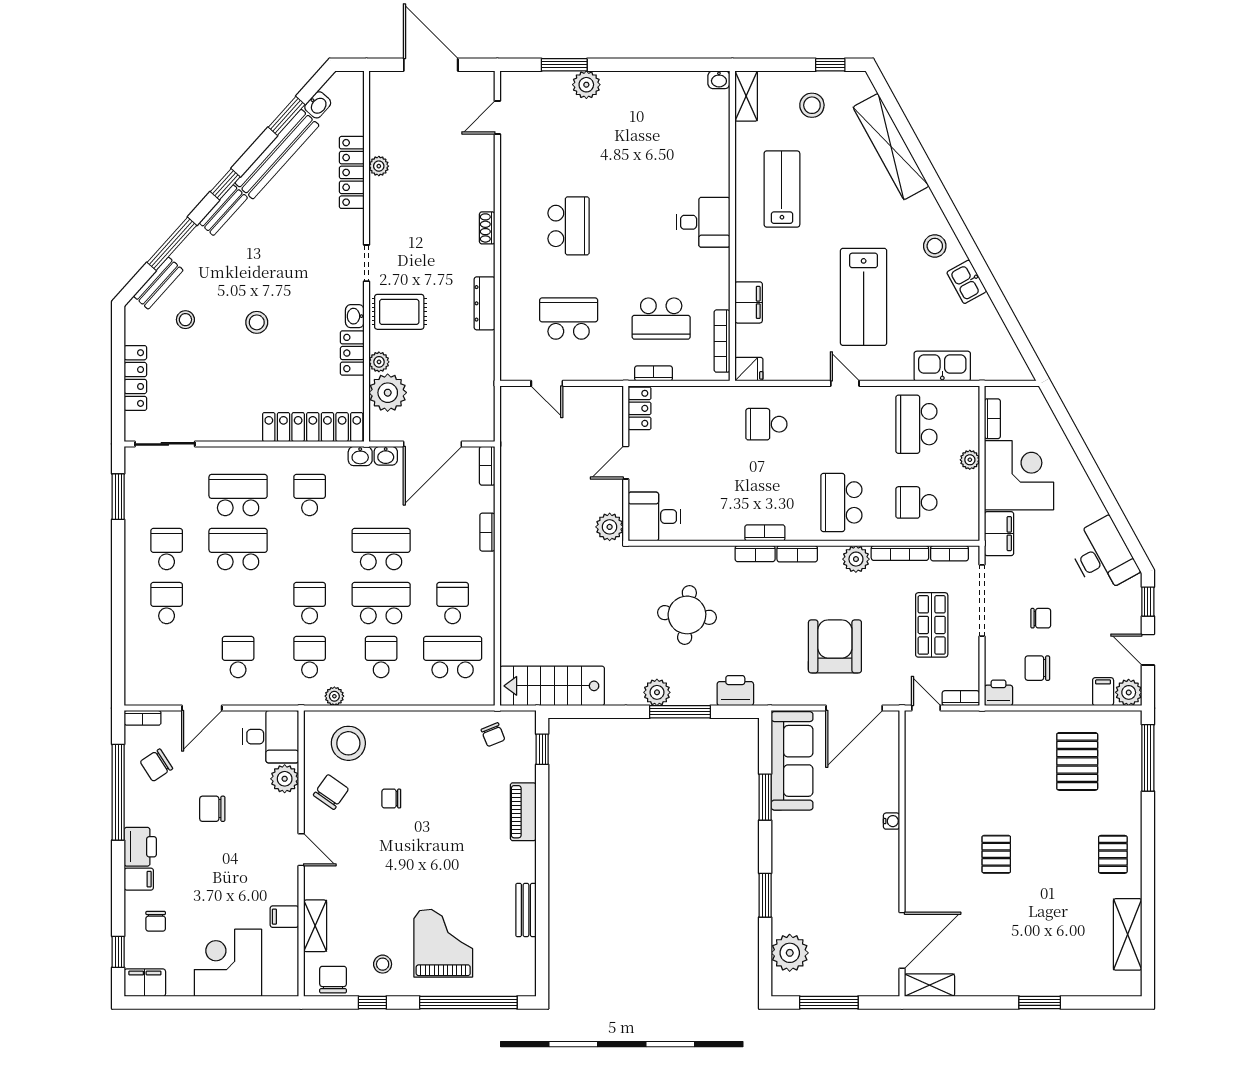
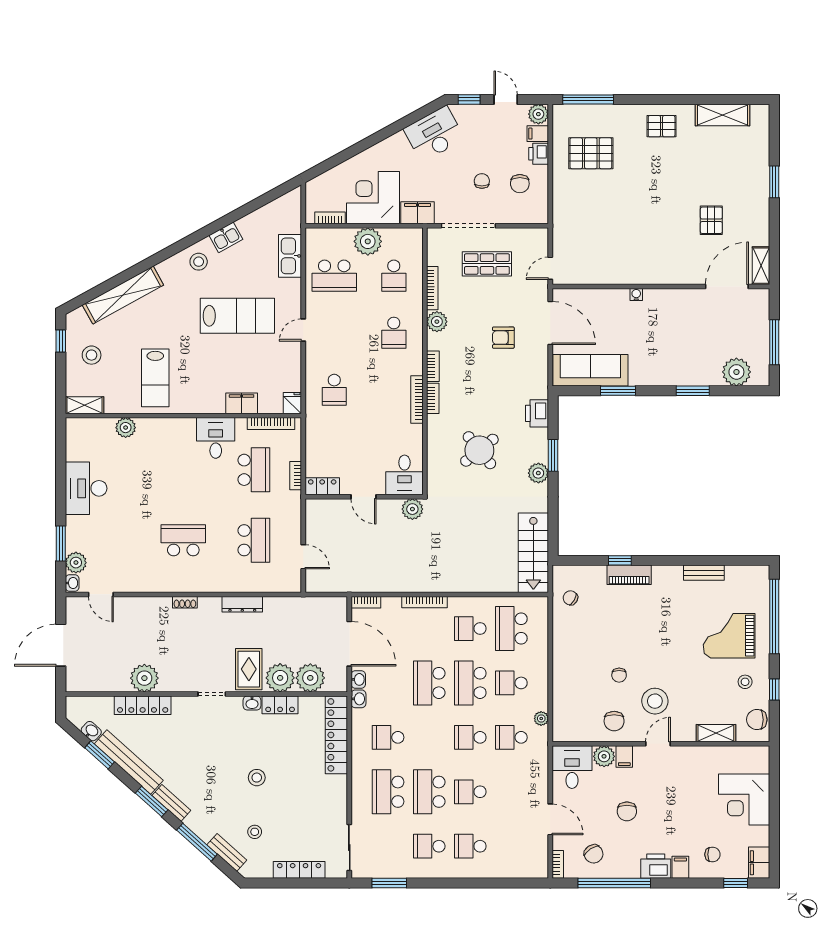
washbasin: (719, 80) -> (72, 583), moved
plant: (586, 85) -> (76, 563), moved
desk: (637, 98) -> (86, 488), added
plant: (717, 150) -> (126, 428), added
plant: (379, 166) -> (144, 678), width x1.87, depth x1.87
window: (225, 184) -> (152, 802), width x1.50
lab bench: (782, 189) -> (155, 378), turned -90
desk: (703, 222) -> (216, 438), moved
school desk: (569, 319) -> (254, 540), turned 180
plant: (379, 362) -> (280, 678), width x1.88, depth x1.88
door: (547, 383) -> (303, 557), hinge flipped
plant: (970, 460) -> (368, 241), width x1.87, depth x1.87
school desk: (841, 502) -> (394, 333), width x0.54
bookcase: (487, 532) -> (424, 602), width x1.56
bookcase: (765, 533) -> (417, 399), width x1.56
bookcase: (949, 553) -> (432, 250), removed
round table: (687, 615) -> (479, 450), turned 45
armchair: (835, 646) -> (503, 338), width x0.53, depth x0.53
door: (1148, 650) -> (506, 99), swing flipped
school desk: (238, 657) -> (470, 792), moved
printer: (998, 693) -> (539, 154), moved
bookcase: (961, 698) -> (543, 242), removed
window: (680, 712) -> (553, 455), width x0.69
chair: (493, 735) -> (570, 598), turned -128
stool: (348, 743) -> (655, 701), moved
window: (542, 749) -> (620, 560), moved
chair: (331, 792) -> (614, 721), turned -125
pallet: (996, 854) -> (711, 220), moved, turned 90
filing cabinet: (284, 917) -> (624, 757), moved
door: (902, 940) -> (727, 287), hinge flipped

